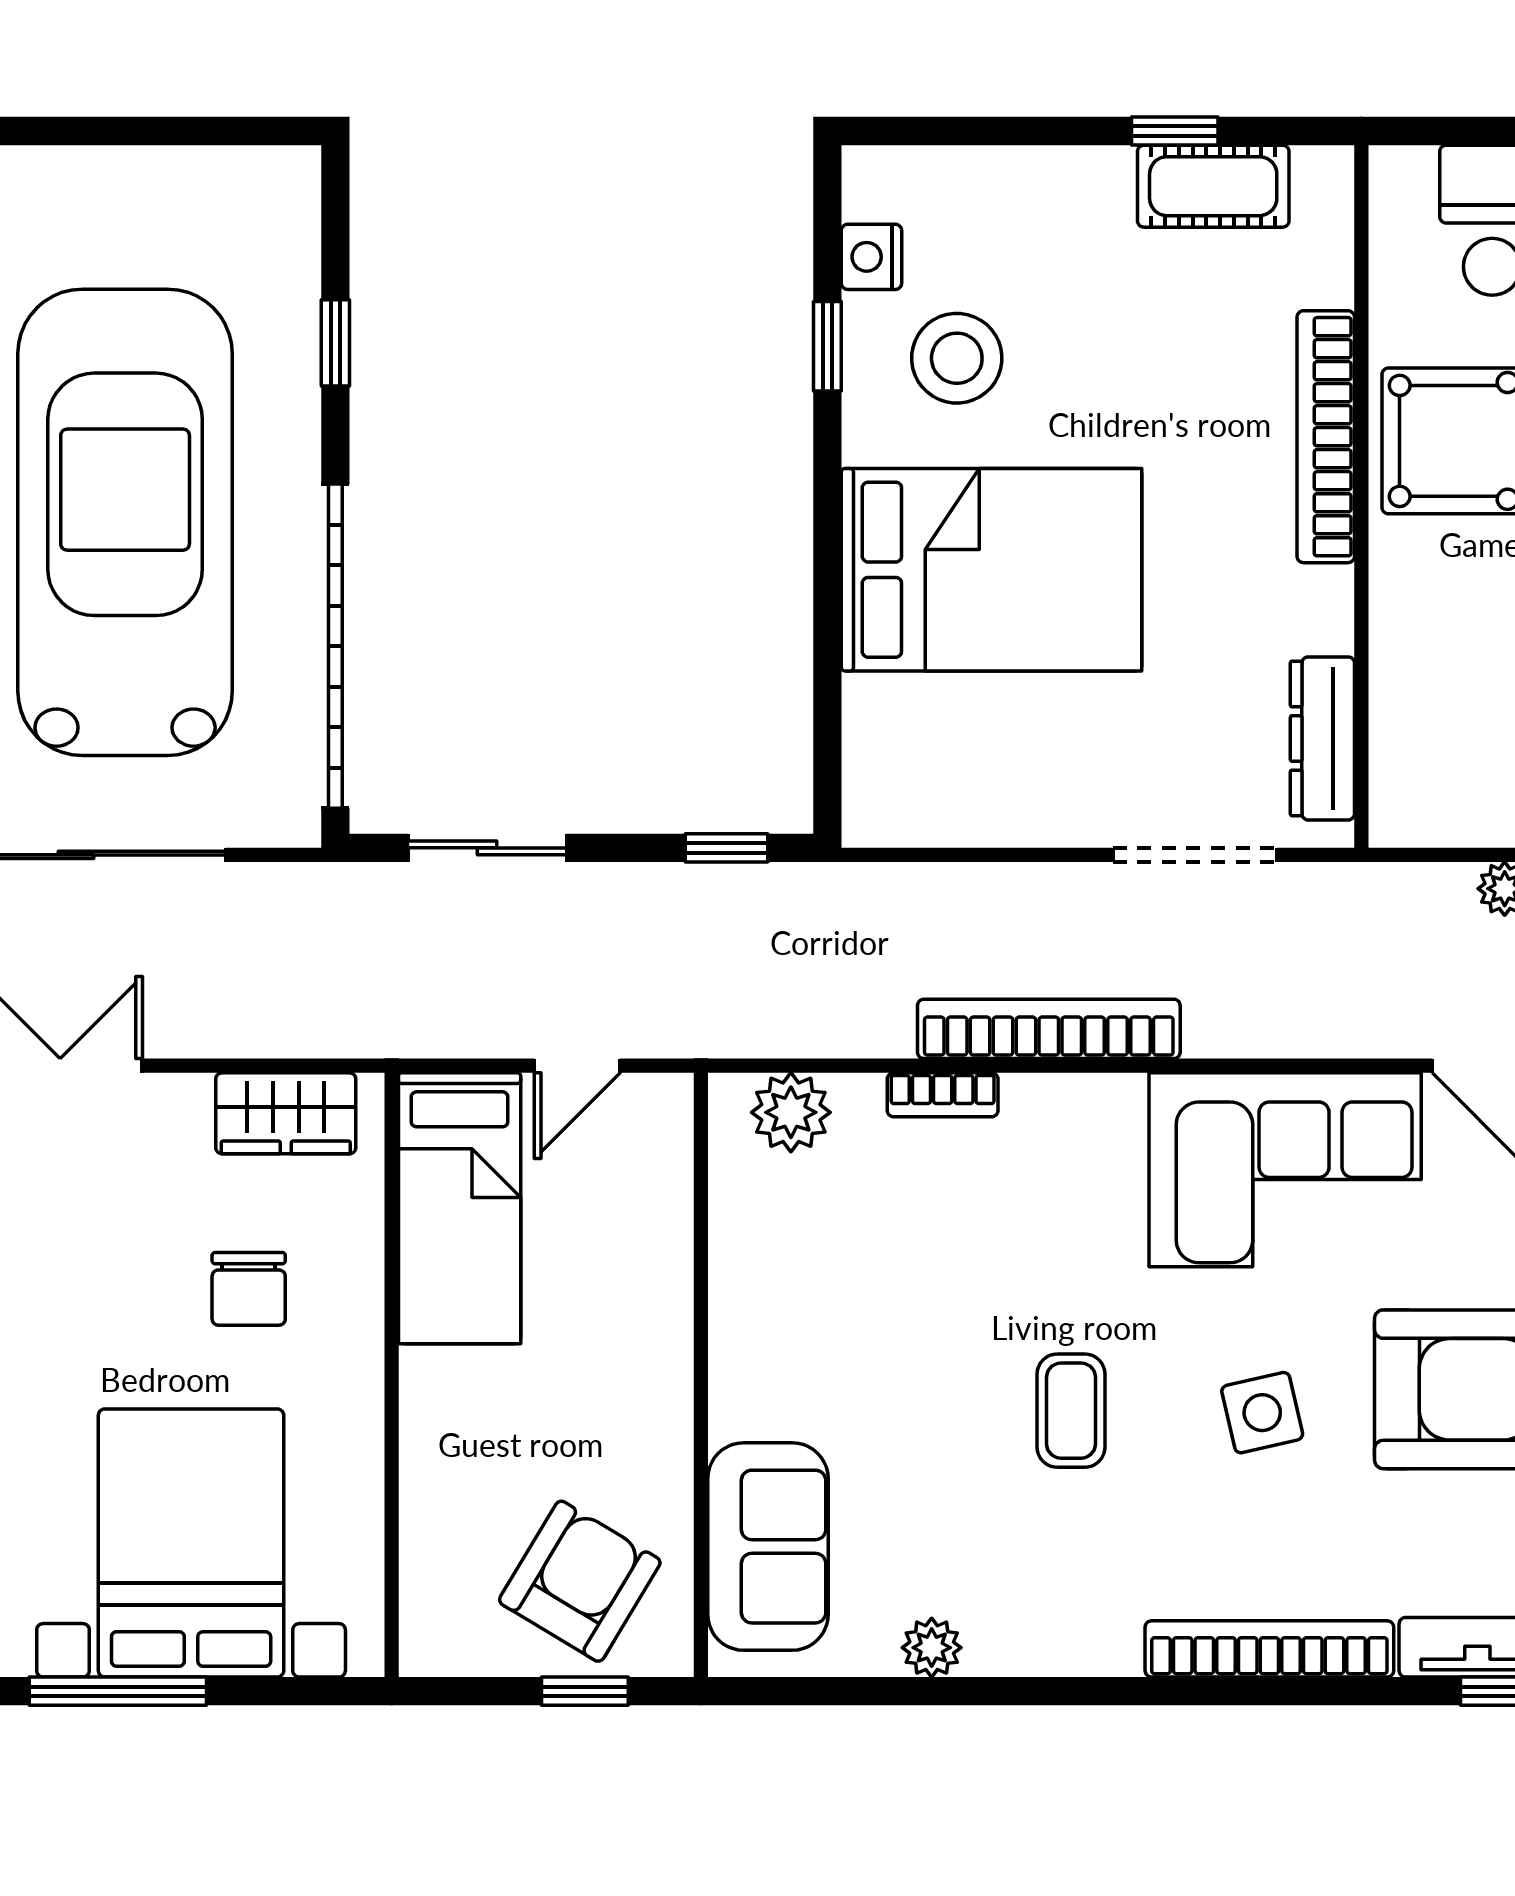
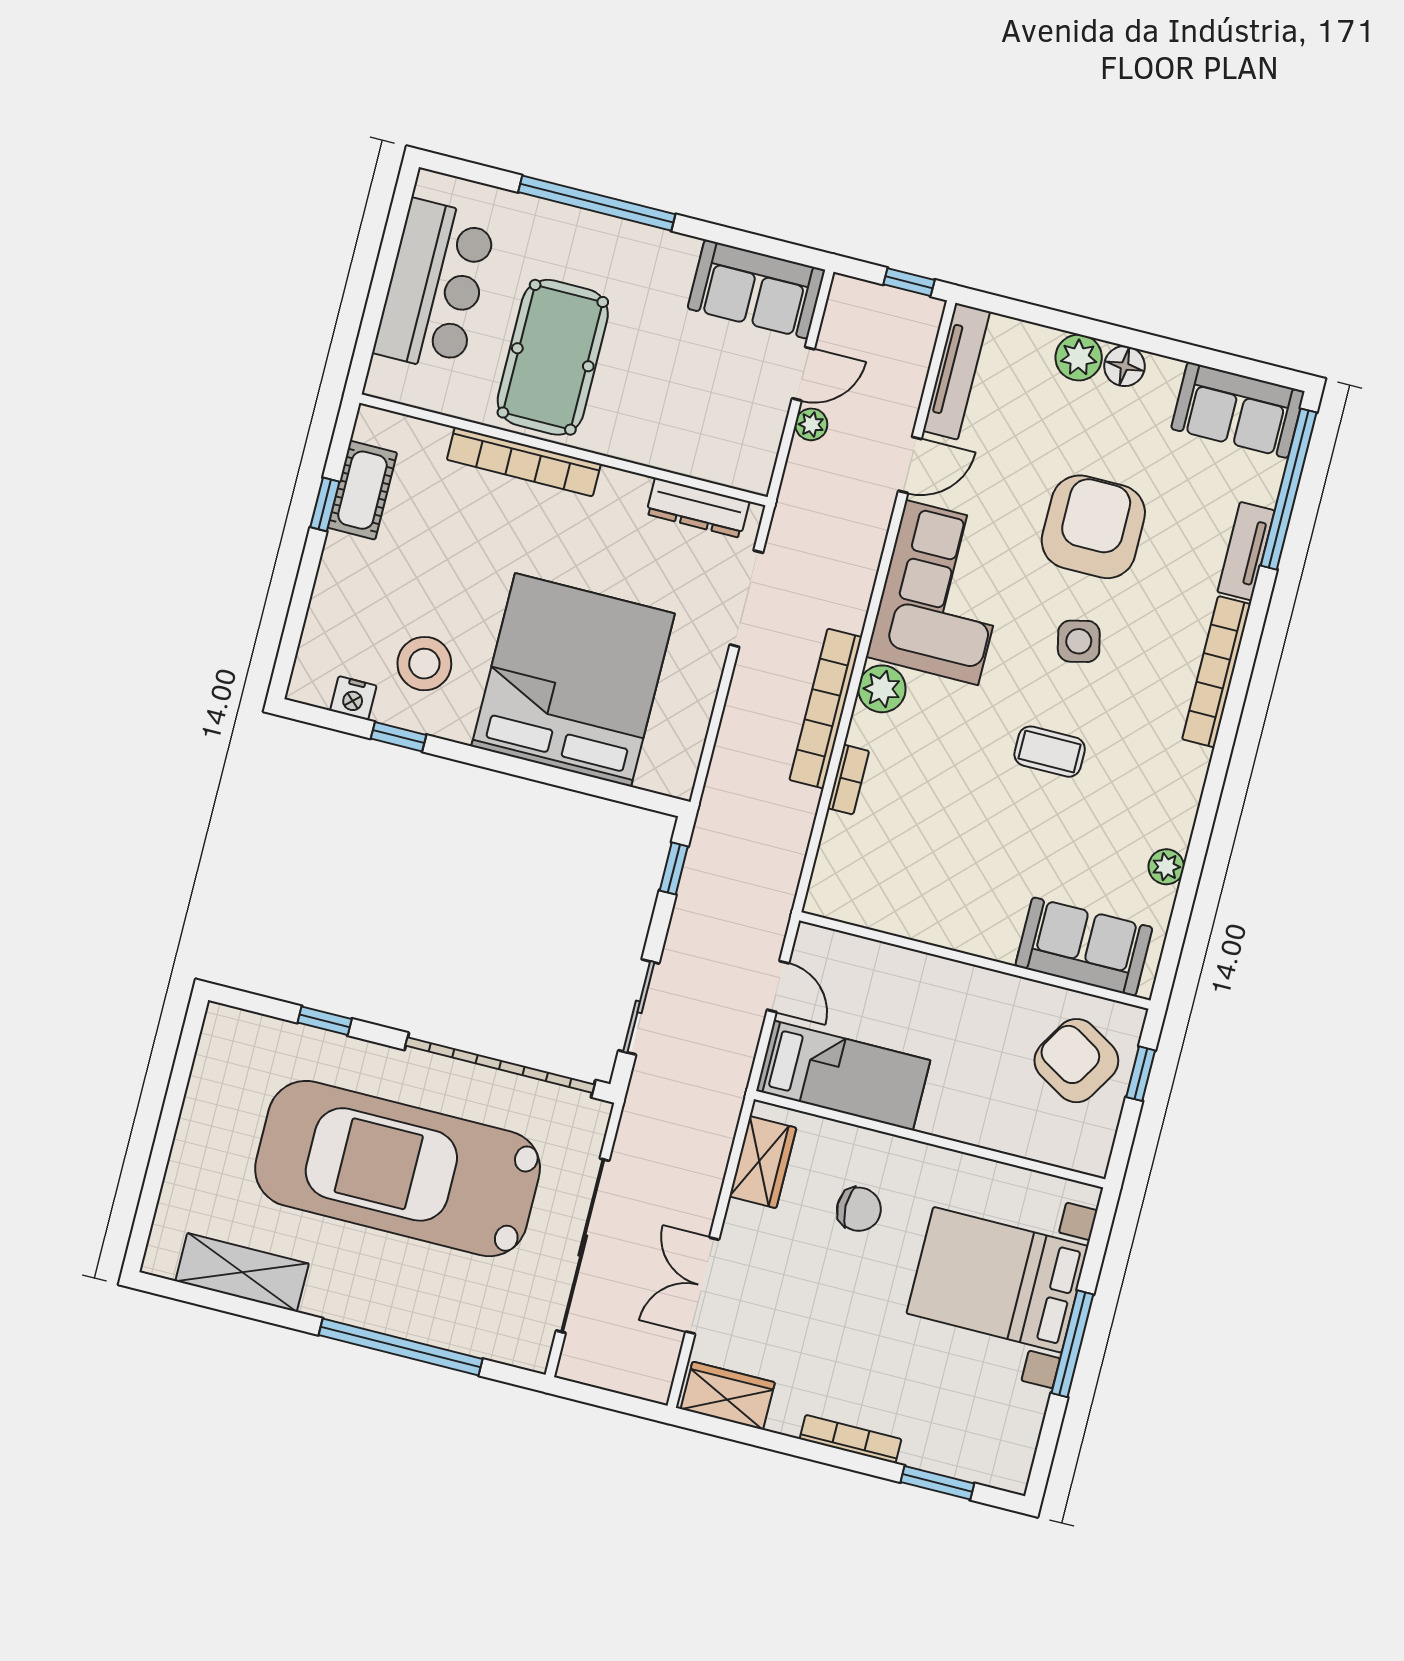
bed: (991, 570) -> (573, 680), width x1.36
plant: (791, 1112) -> (882, 689), moved

